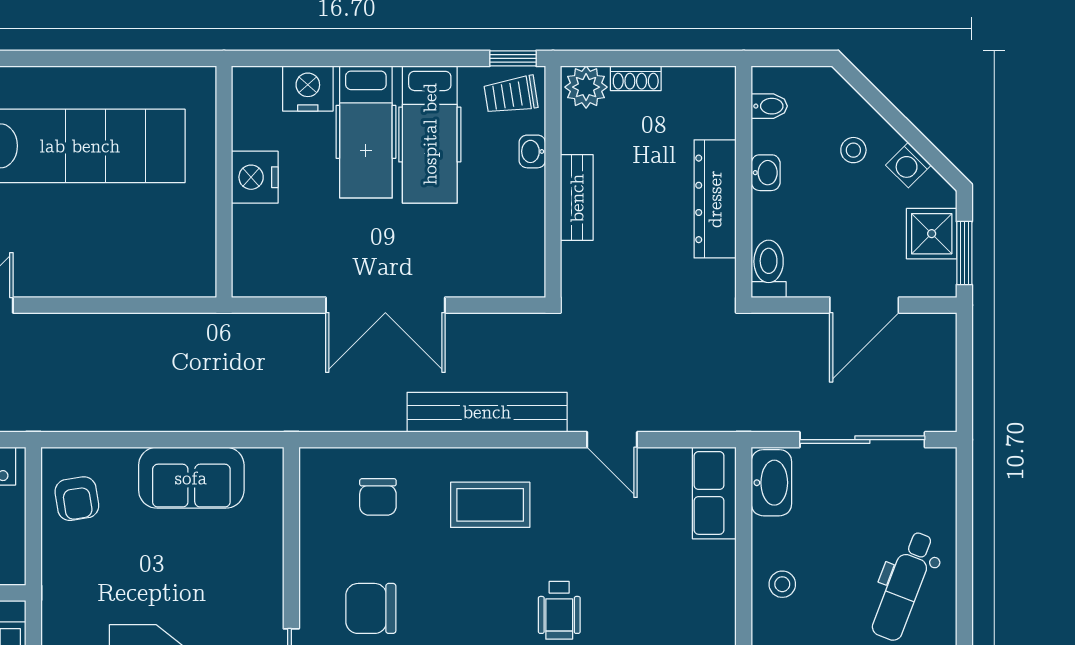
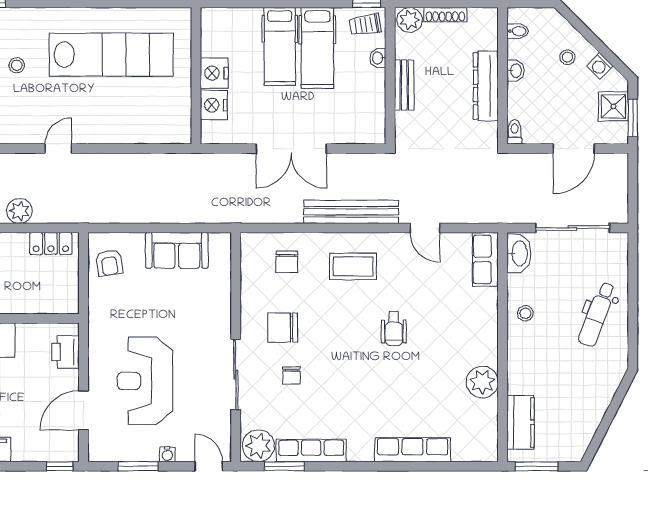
shoe rack: (636, 78) -> (445, 15), width x1.43
nightstand: (308, 88) -> (214, 105), moved, turned -90
toilet: (769, 269) -> (515, 132), width x0.73, depth x0.72

